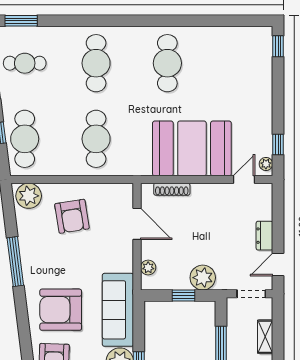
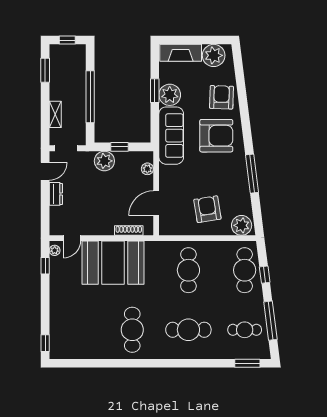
cafe table: (96, 63) -> (188, 330), turned 90
door: (137, 224) -> (156, 203), hinge flipped

